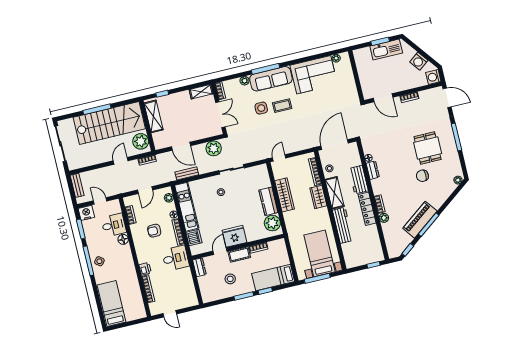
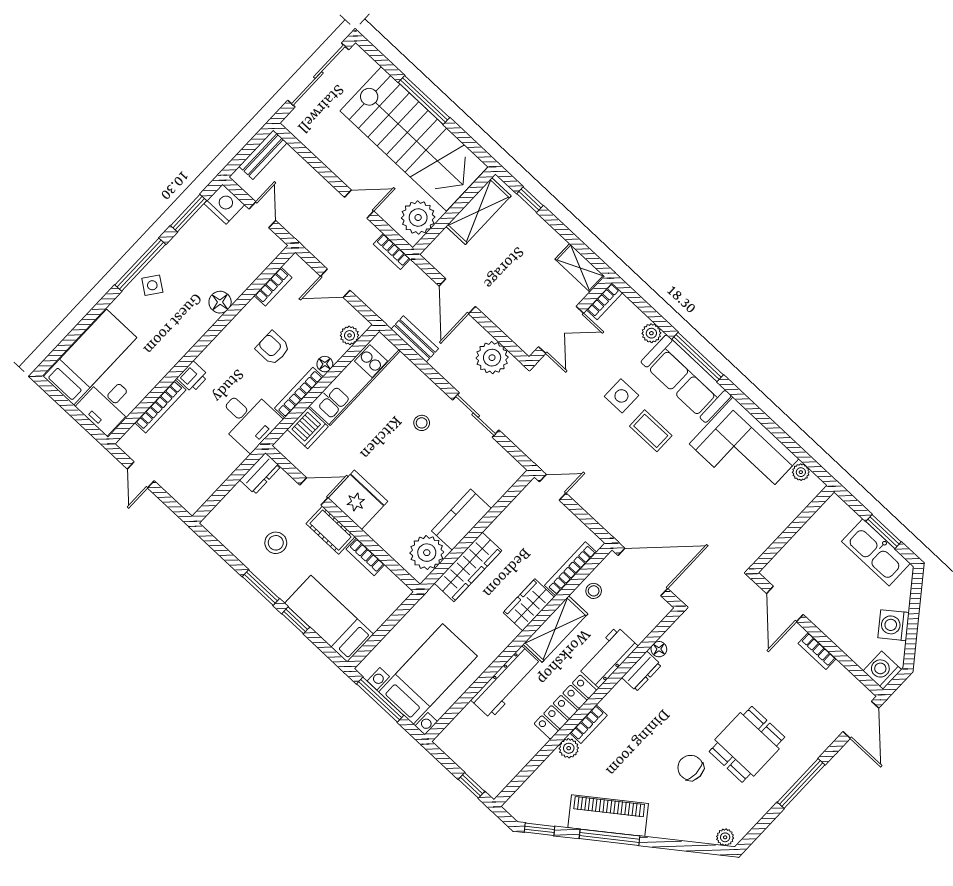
wardrobe: (285, 195) -> (468, 567), moved
desk: (114, 225) -> (107, 404), moved, turned 90

